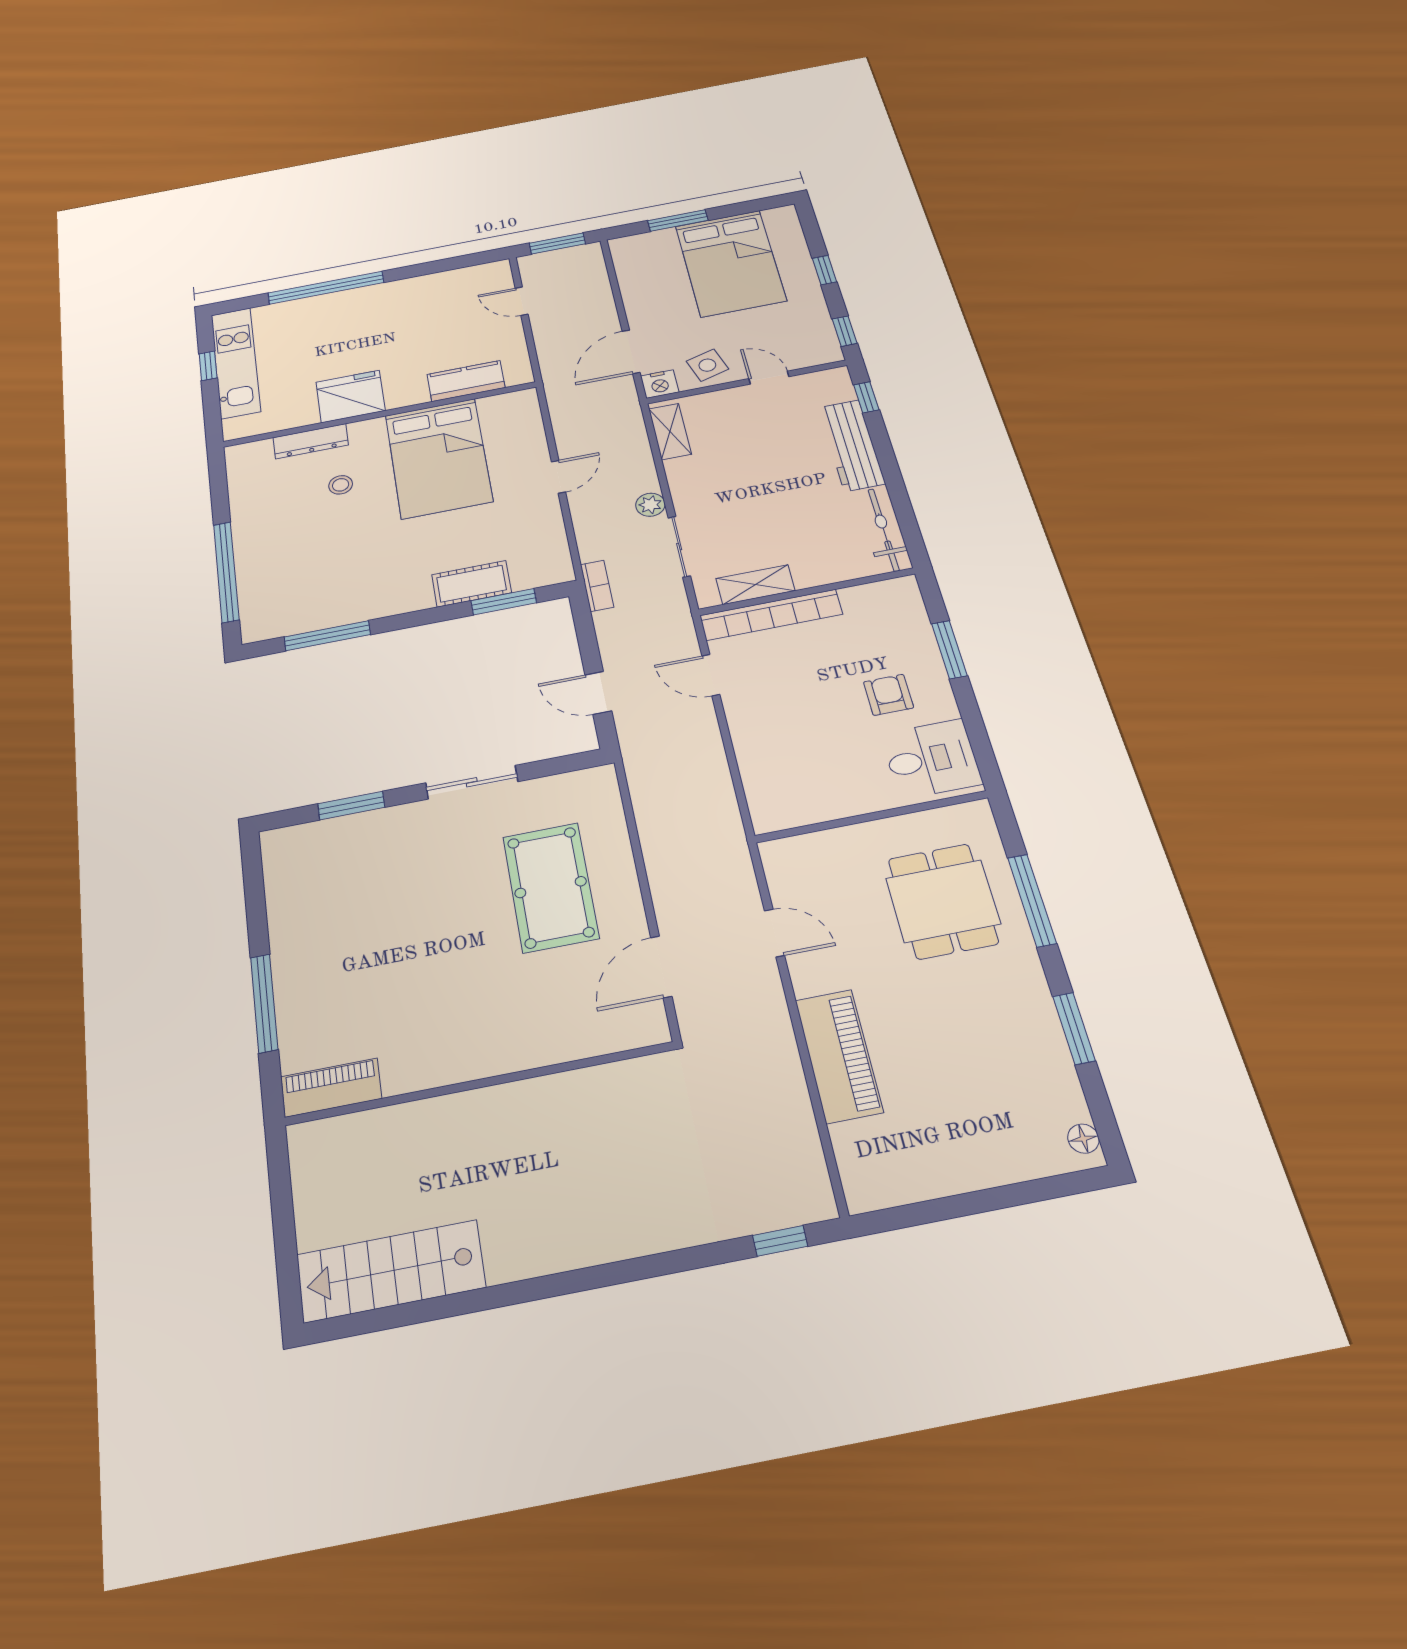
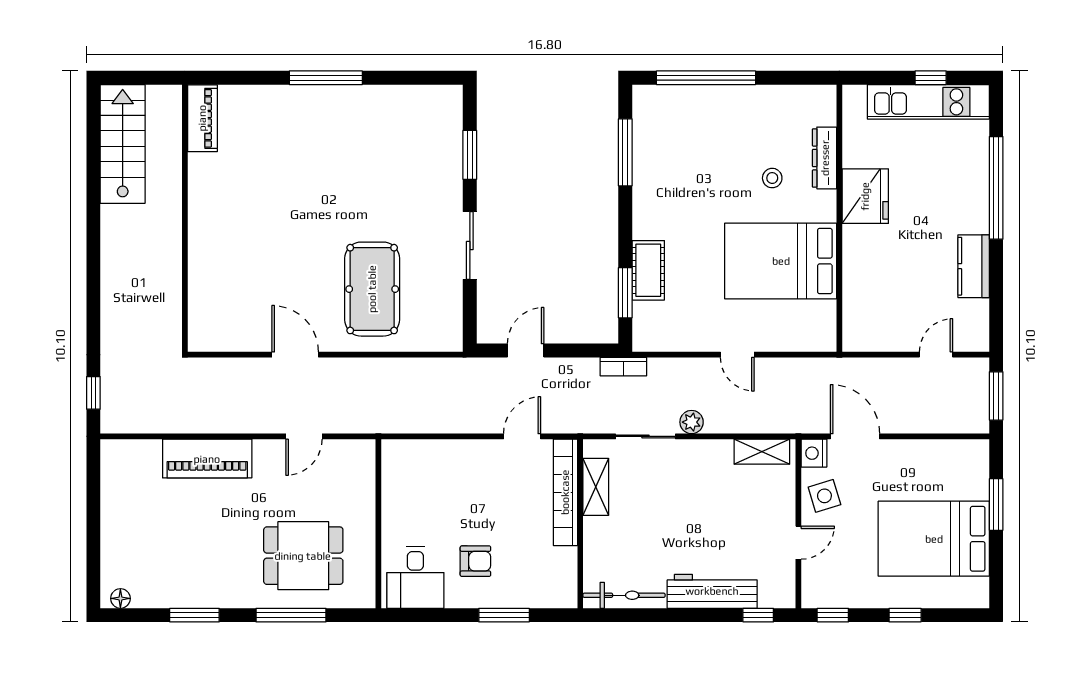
kitchen counter: (466, 381) -> (974, 266), moved, turned 180
pool table: (551, 887) -> (372, 289), turned 90
wall: (479, 1084) -> (185, 218), moved
piano: (331, 1088) -> (202, 118), moved

